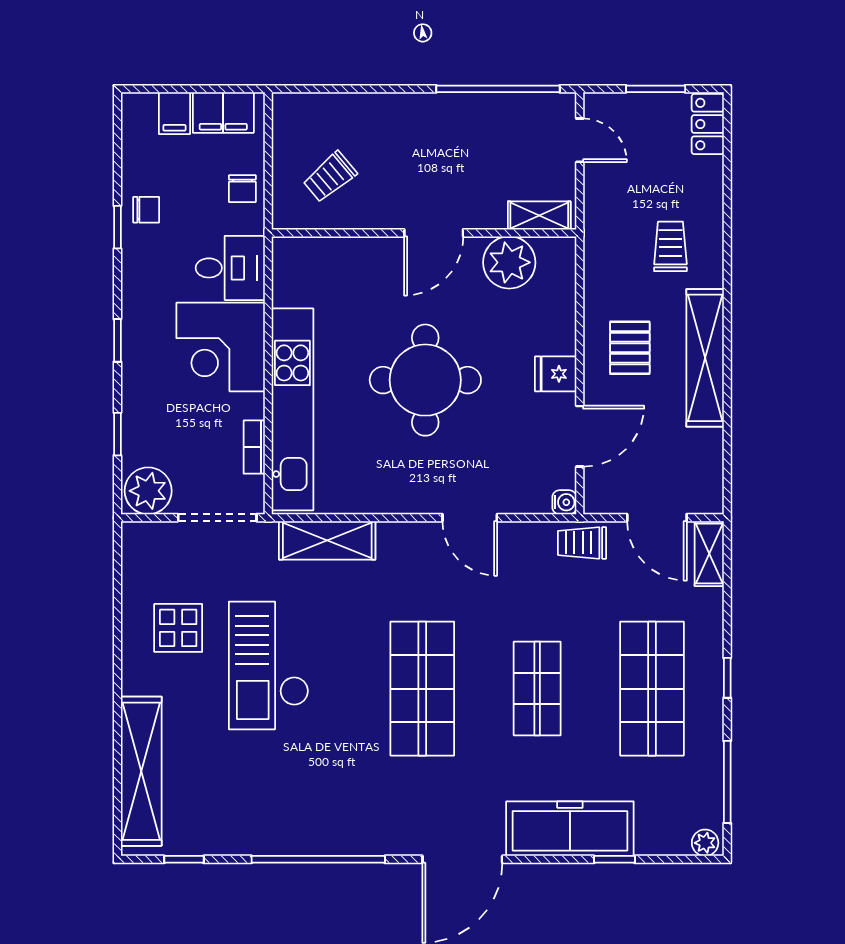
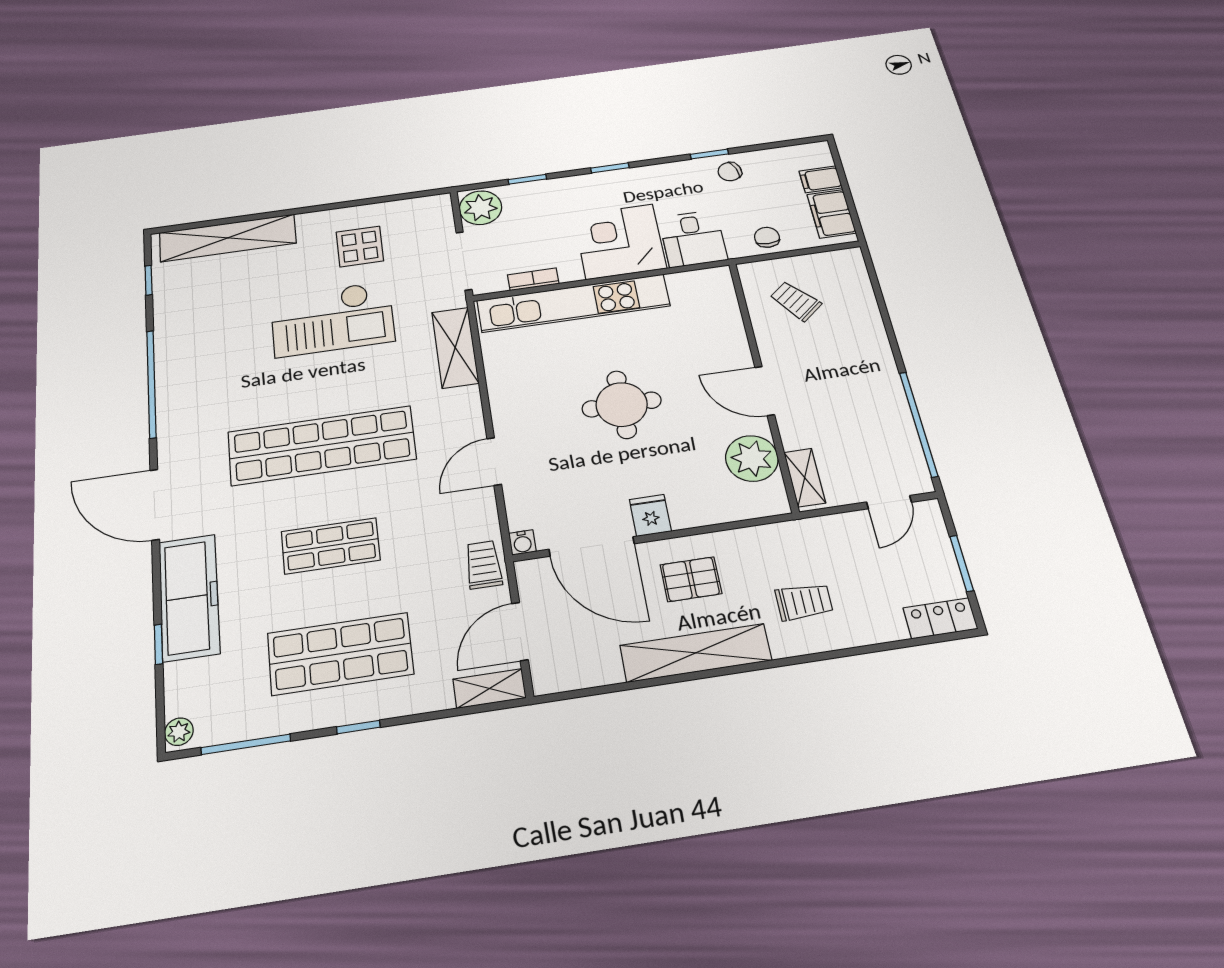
chair: (242, 189) -> (767, 237), turned 90
chair: (146, 210) -> (730, 172), turned 72
round table: (425, 380) -> (622, 405), width x0.73, depth x0.73
door: (580, 436) -> (592, 547), width x1.36
checkout: (269, 665) -> (332, 319), turned 180
shop shelf: (422, 689) -> (322, 445), width x1.40

